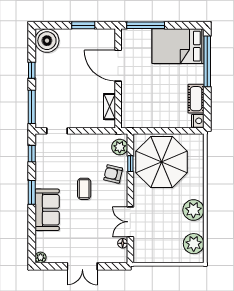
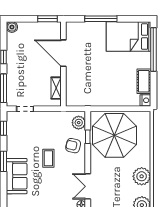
boiler: (47, 41) -> (12, 27), width x0.54, depth x0.54
door: (118, 66) -> (63, 53), moved
wall: (118, 78) -> (63, 64), moved
shelving: (109, 107) -> (56, 88), moved

